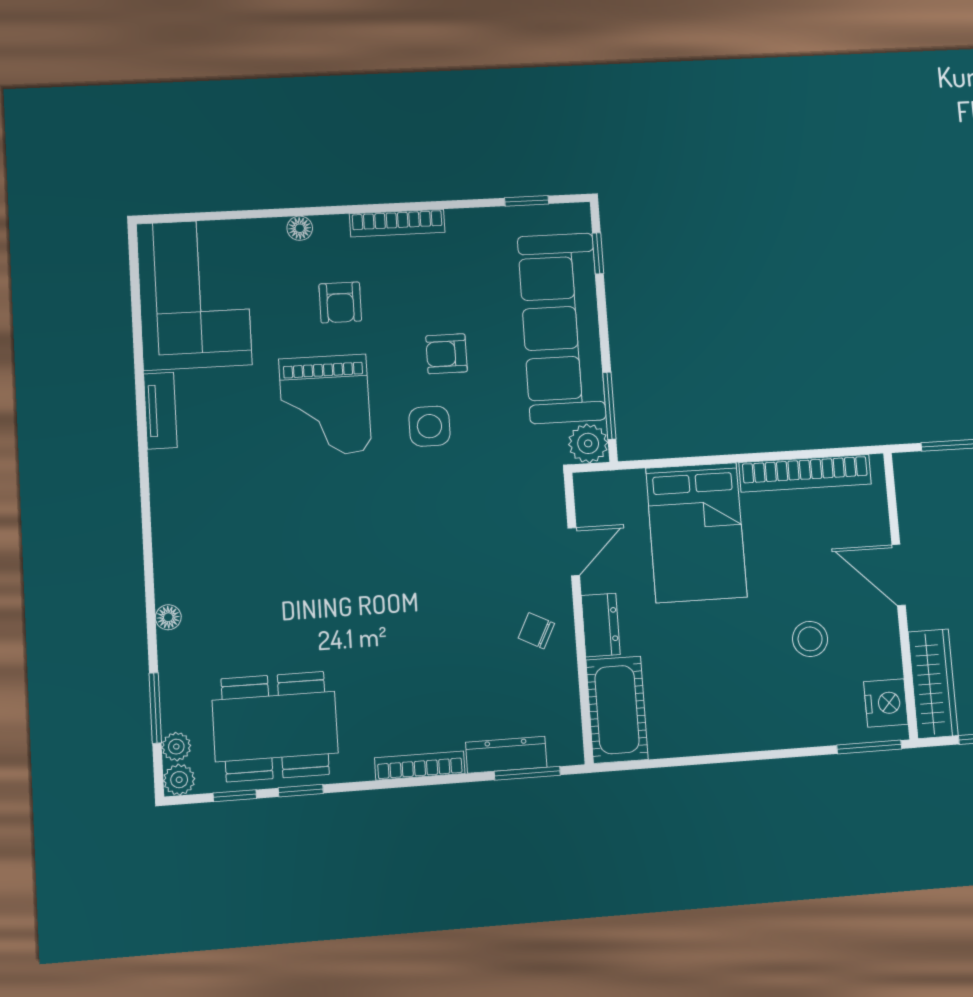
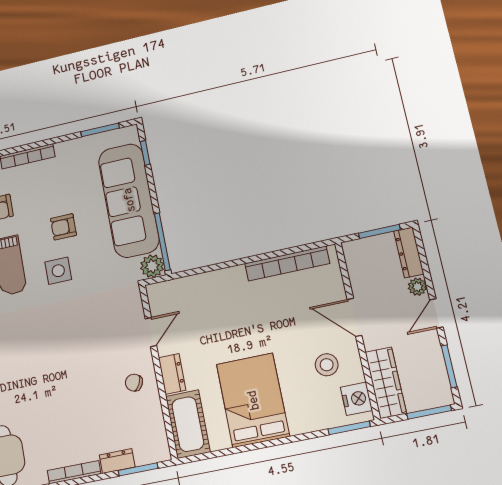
window: (527, 201) -> (100, 130), width x1.50
window: (609, 406) -> (162, 242), width x1.44
bed: (696, 533) -> (253, 400), moved, turned 180
stool: (810, 639) -> (327, 365), moved
dresser: (506, 755) -> (117, 461), width x0.70

